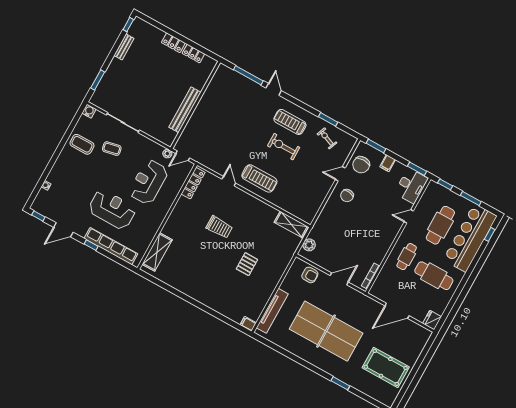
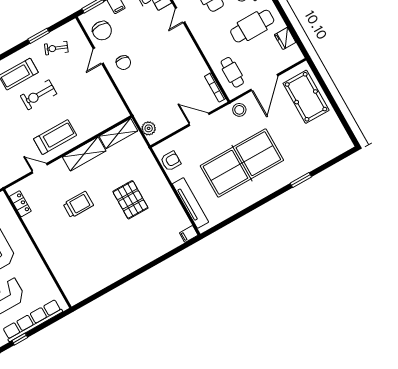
locker: (193, 183) -> (20, 204), width x0.66
shelving: (157, 252) -> (84, 154), moved, turned 90
cafe table: (407, 257) -> (232, 72), moved
pallet: (247, 264) -> (130, 200), width x1.50, depth x1.42
armchair: (310, 275) -> (171, 161), moved
door: (339, 279) -> (199, 119), hinge flipped
stool: (365, 305) -> (239, 110), added
fridge: (432, 320) -> (285, 38), moved
pool table: (386, 367) -> (306, 97), moved, turned 90

